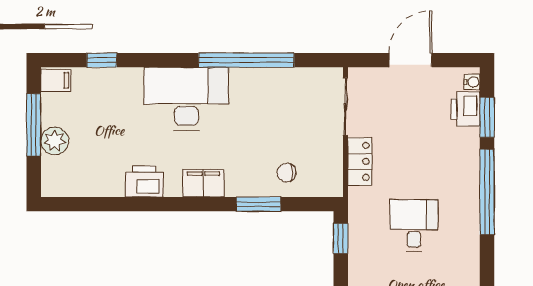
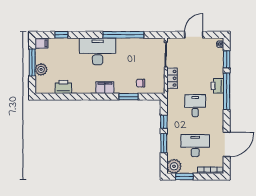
printer: (466, 109) -> (217, 86), moved
printer: (144, 181) -> (63, 87), moved
window: (341, 238) -> (164, 122), moved

